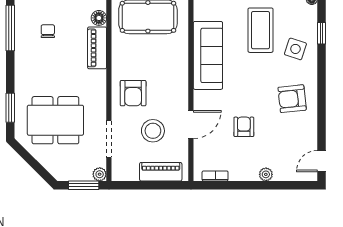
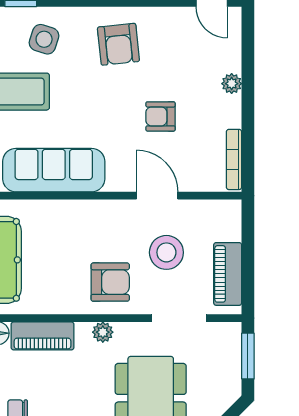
piano: (161, 172) -> (228, 274), moved
plant: (100, 174) -> (103, 332), moved
bookcase: (215, 176) -> (234, 159), width x1.56

